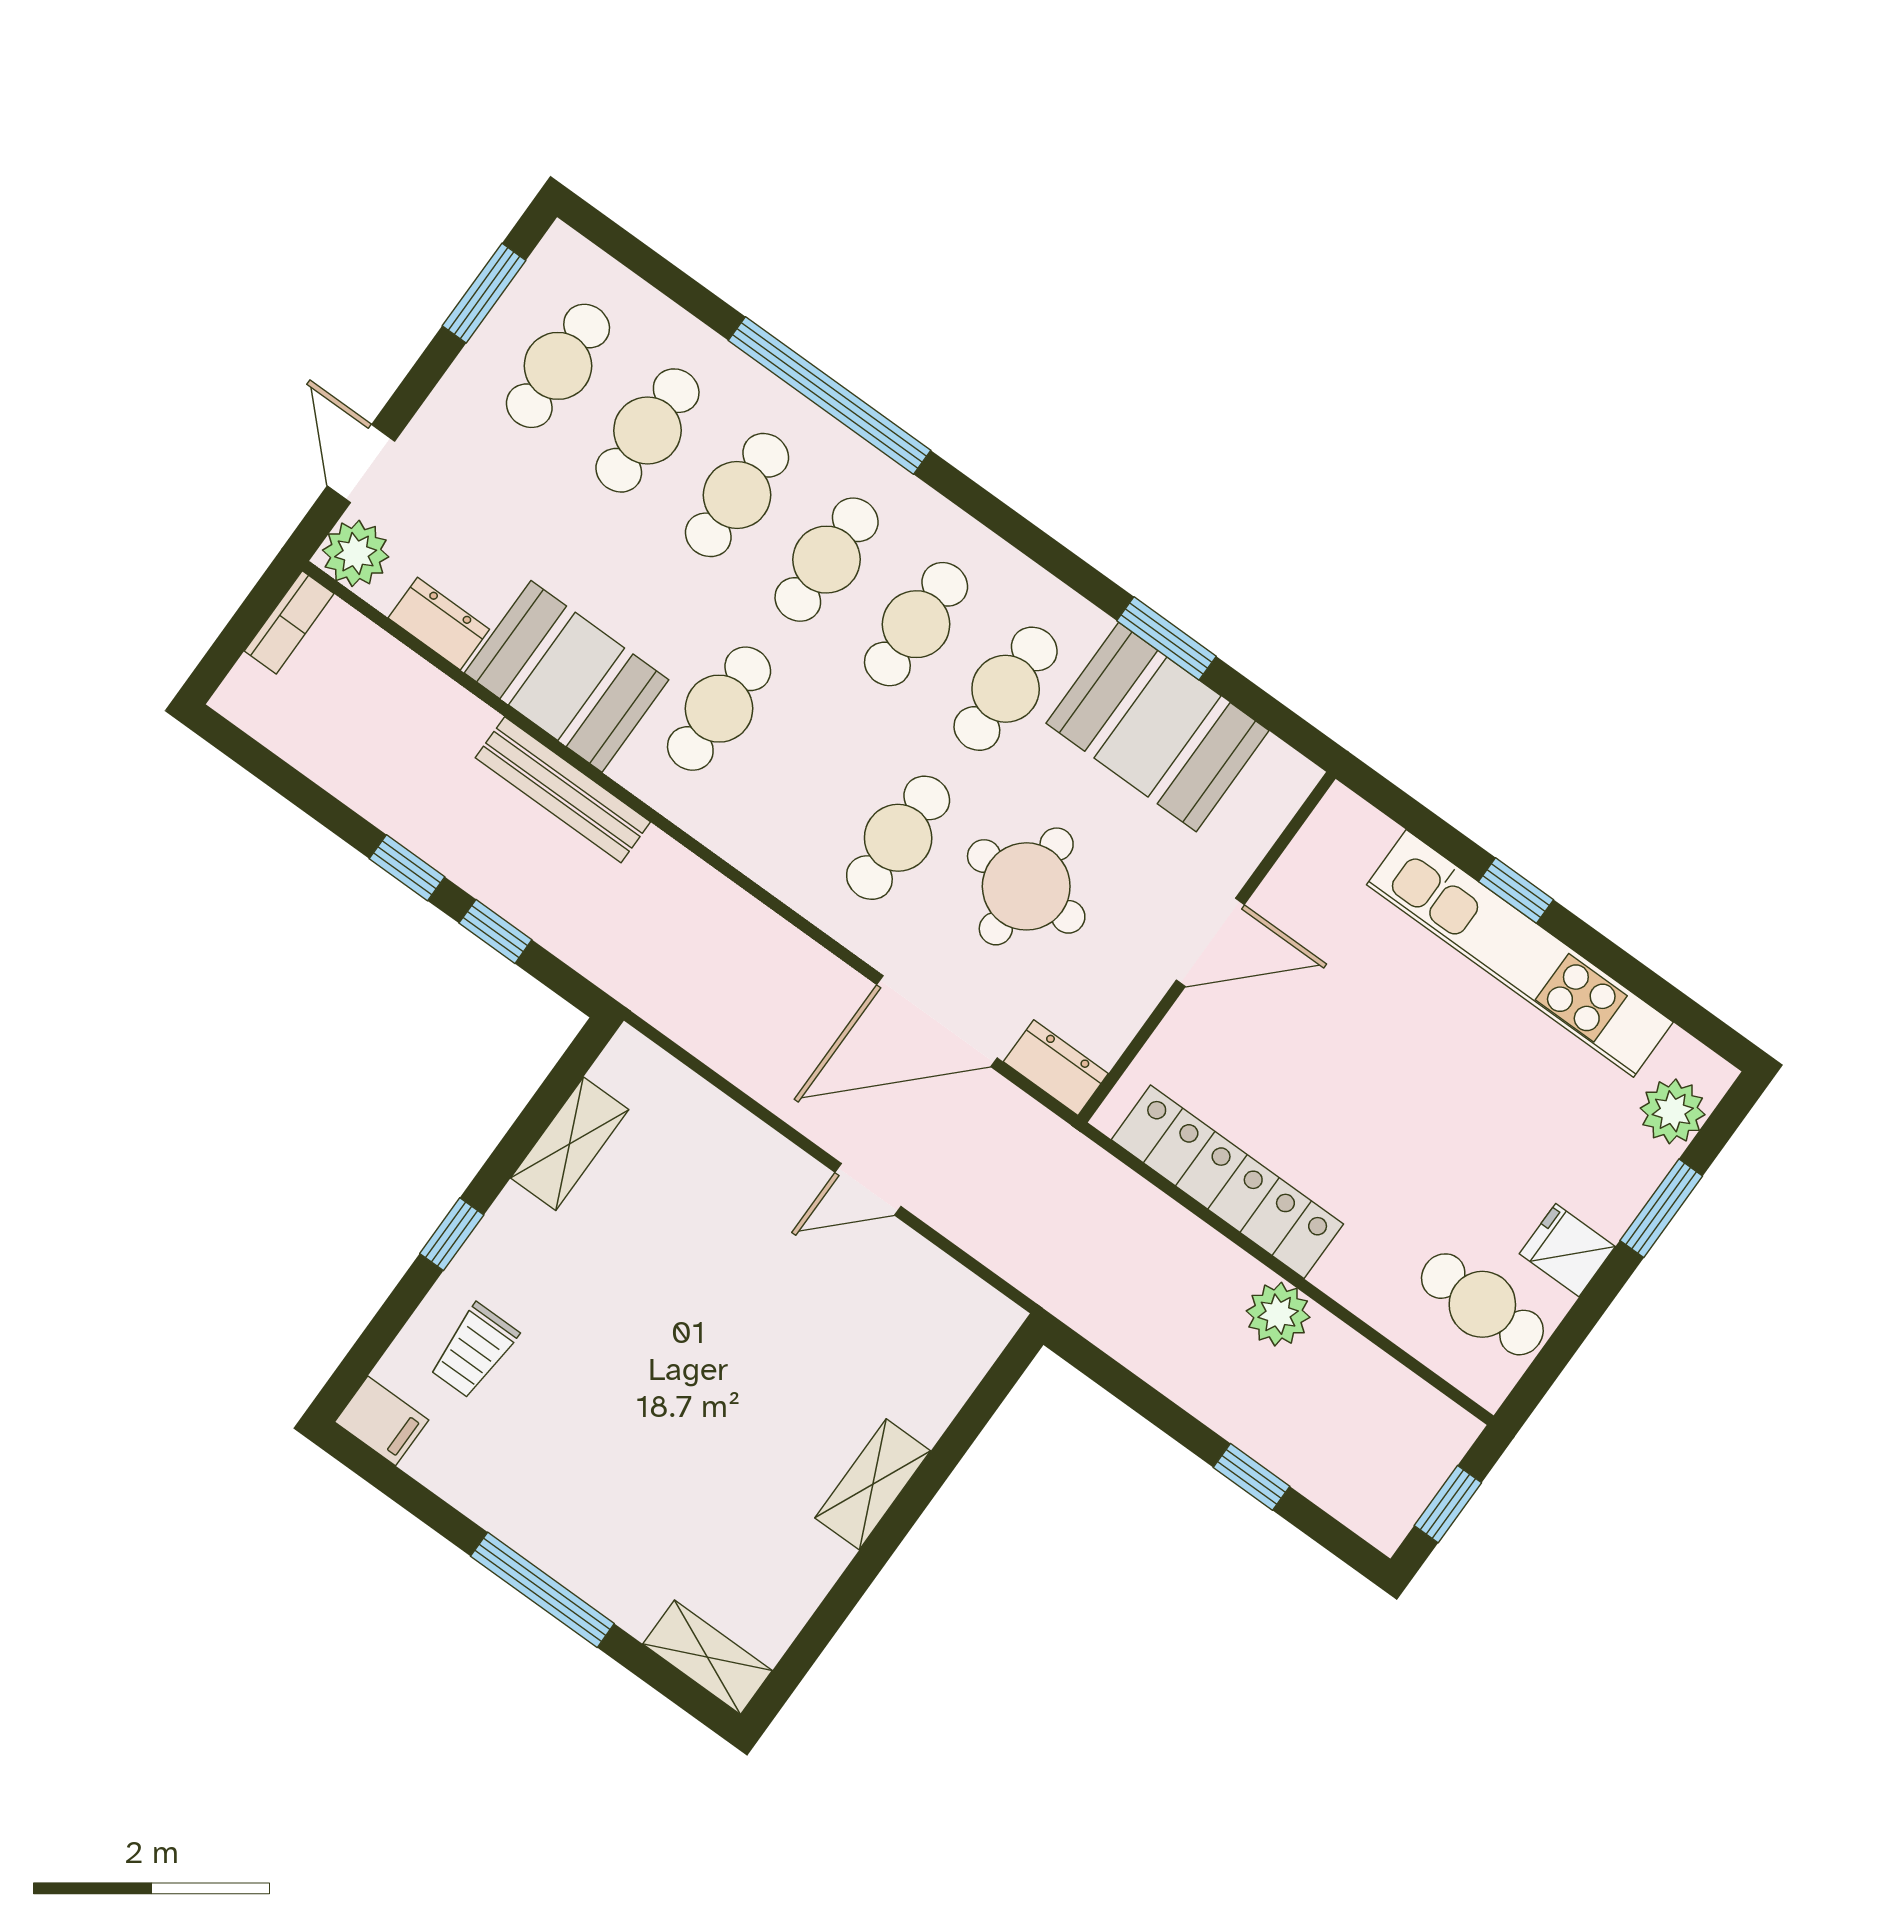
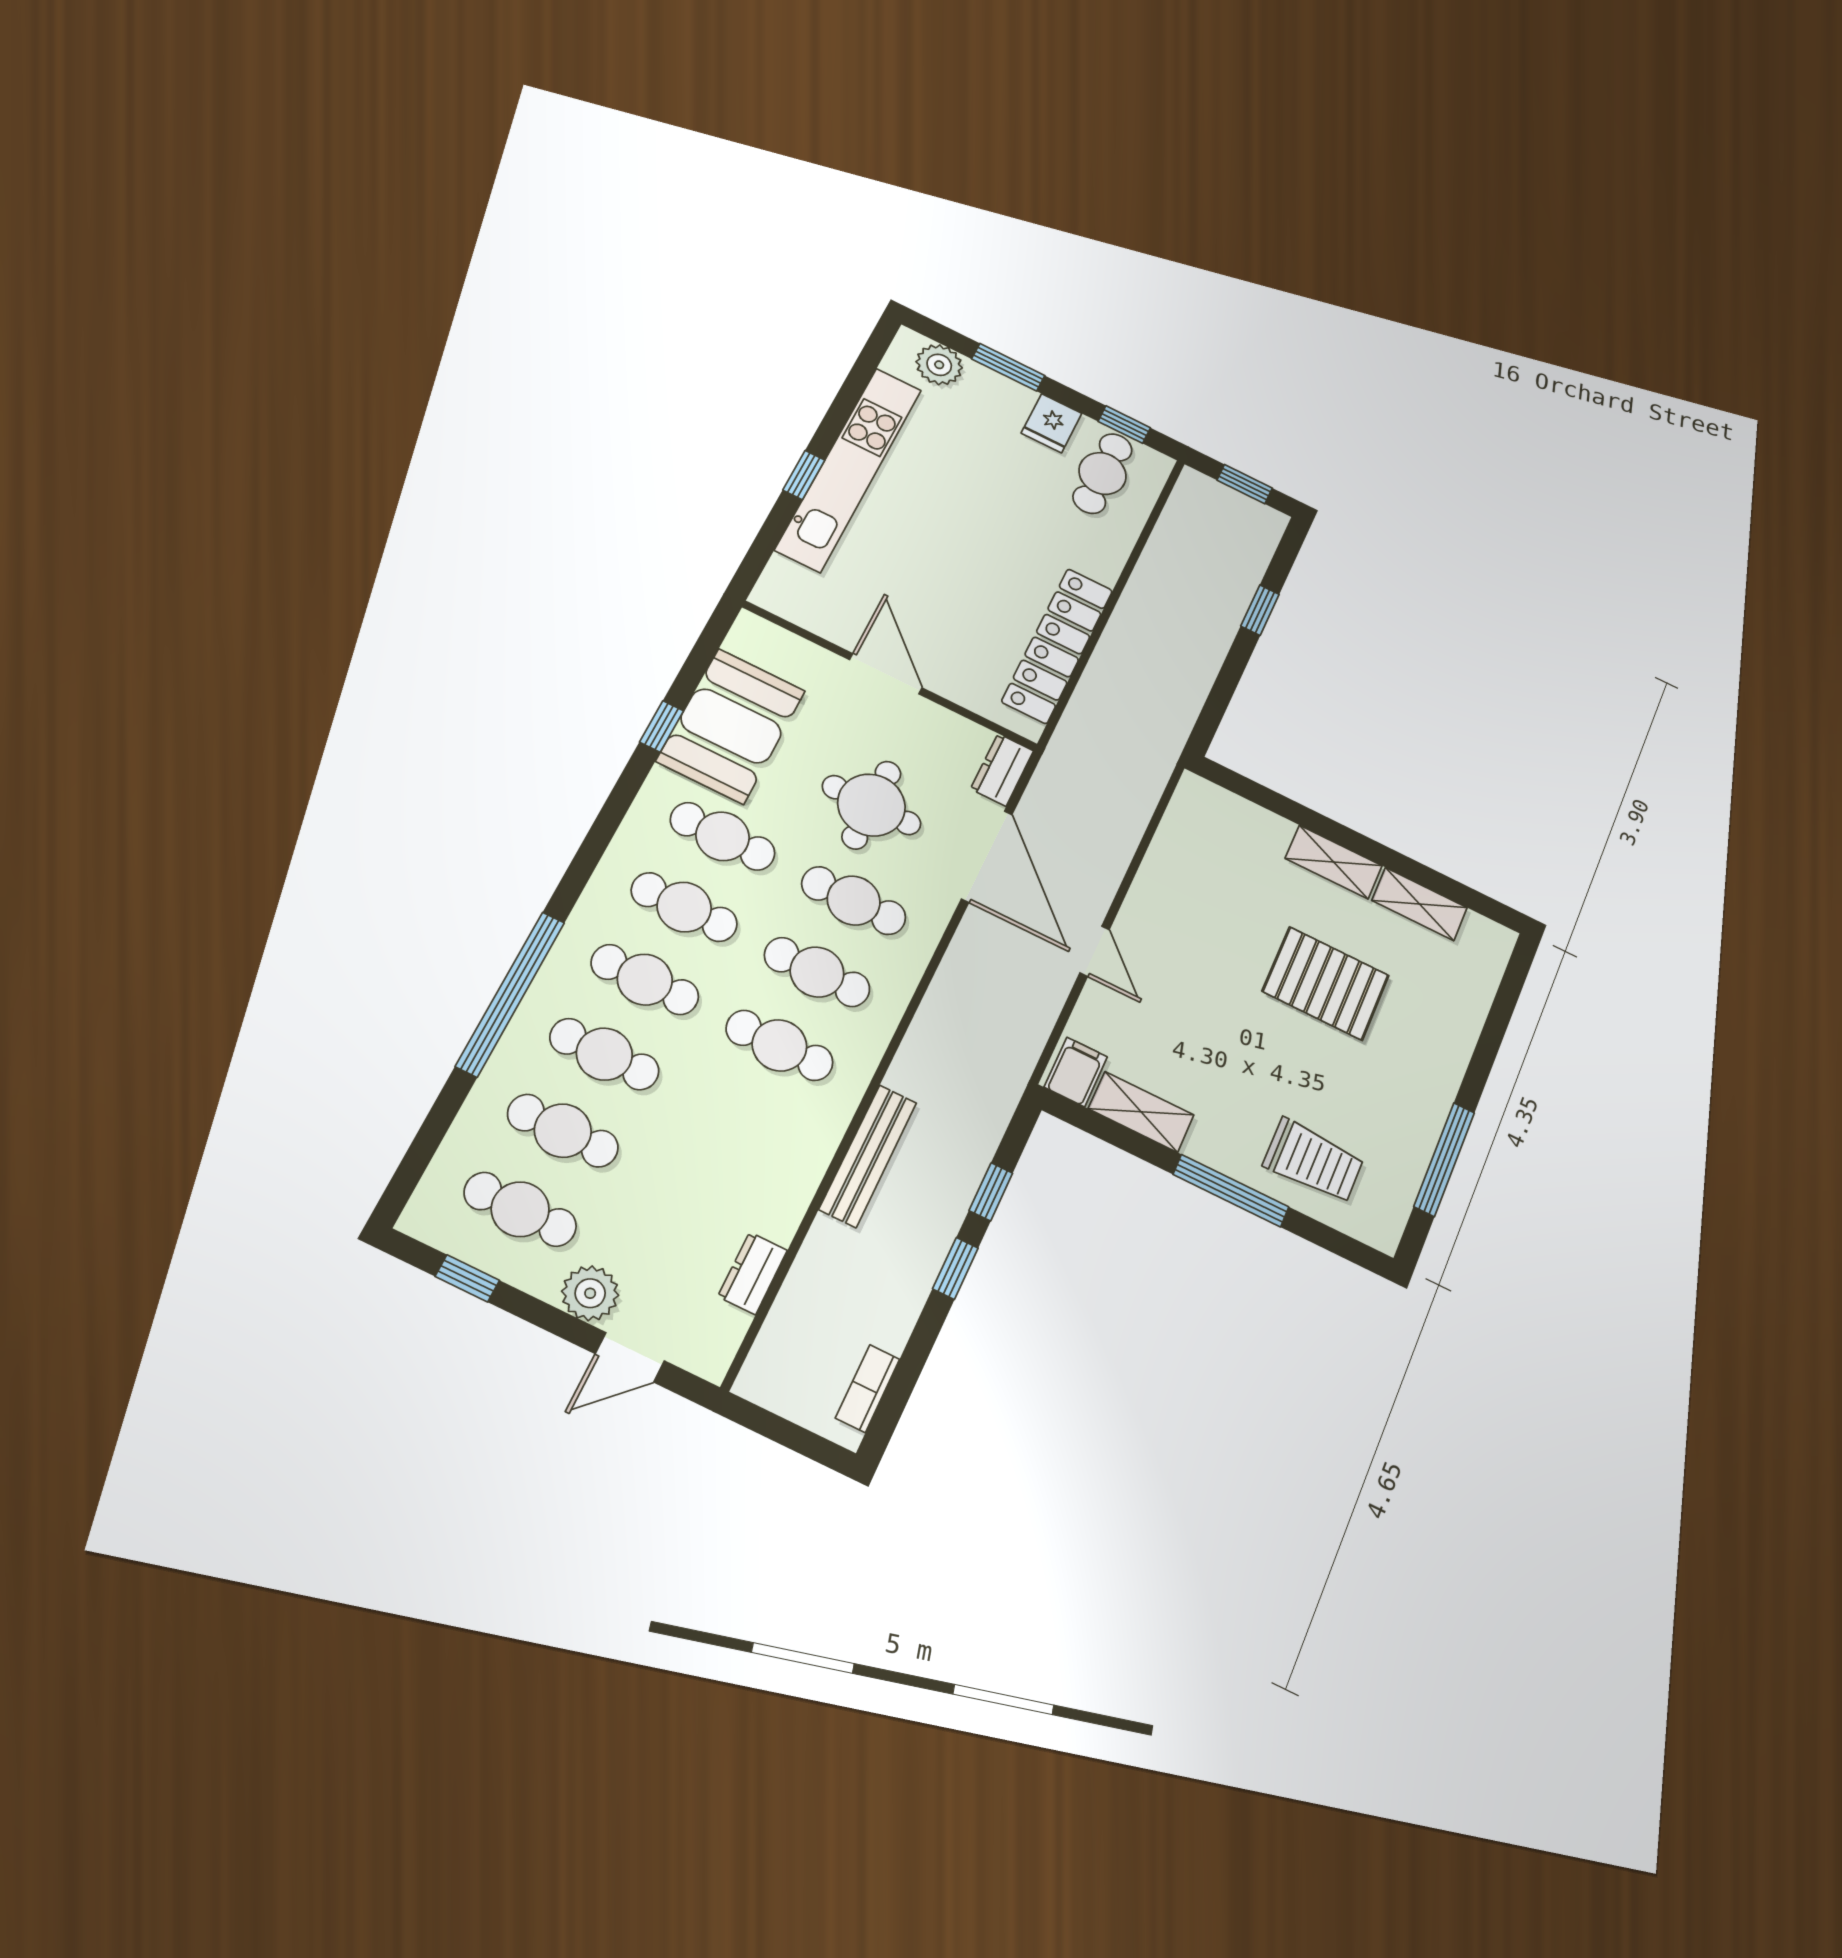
window: (484, 293) -> (467, 1278), width x0.67
plant: (356, 553) -> (590, 1293), moved
bookcase: (289, 622) -> (868, 1389), moved, turned -90
window: (1166, 638) -> (662, 726), width x0.67
booth: (566, 676) -> (776, 1166), removed
cafe table: (809, 773) -> (817, 972), added
door: (868, 1189) -> (1095, 951), moved
window: (452, 1234) -> (1231, 1191), width x2.17
plant: (1278, 1314) -> (1143, 603), removed
trolley: (474, 1351) -> (1313, 1161), width x1.36, depth x1.39
window: (1557, 1353) -> (1124, 425), added
filing cabinet: (382, 1421) -> (1076, 1072), moved
pallet: (706, 1429) -> (1326, 983), added
window: (542, 1590) -> (1444, 1159), moved
shelving: (707, 1657) -> (1420, 904), moved, turned 90

